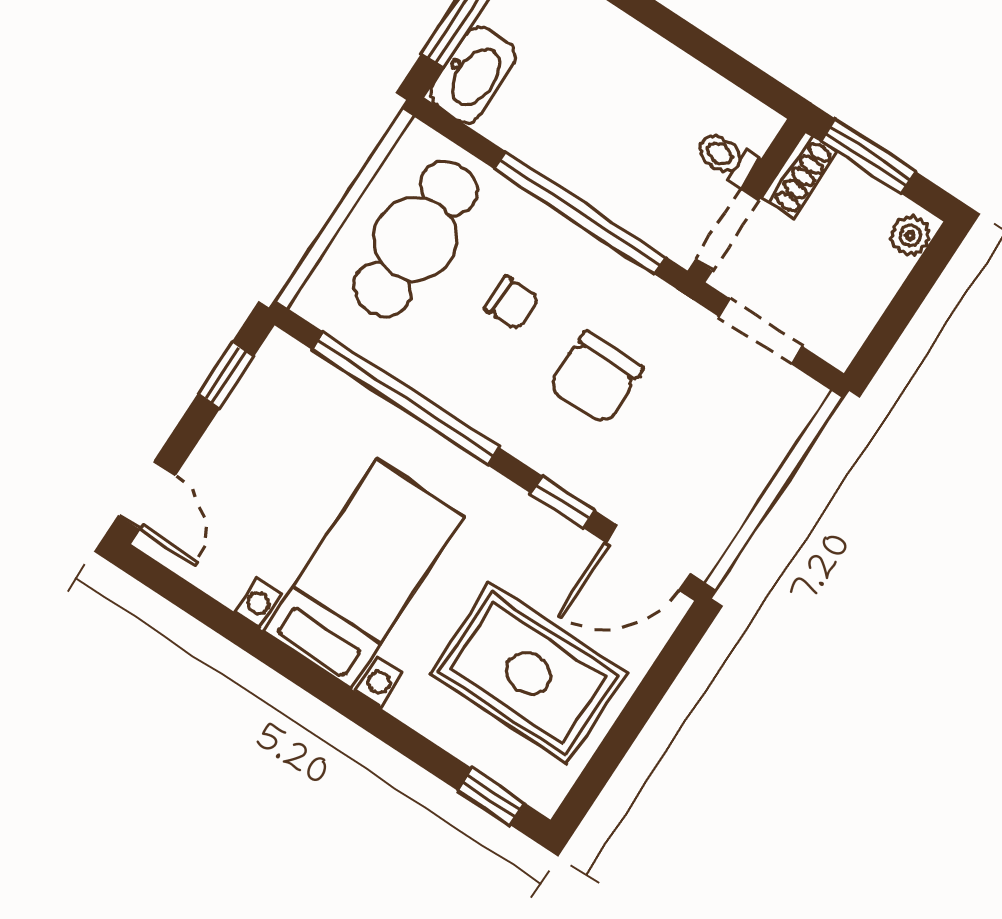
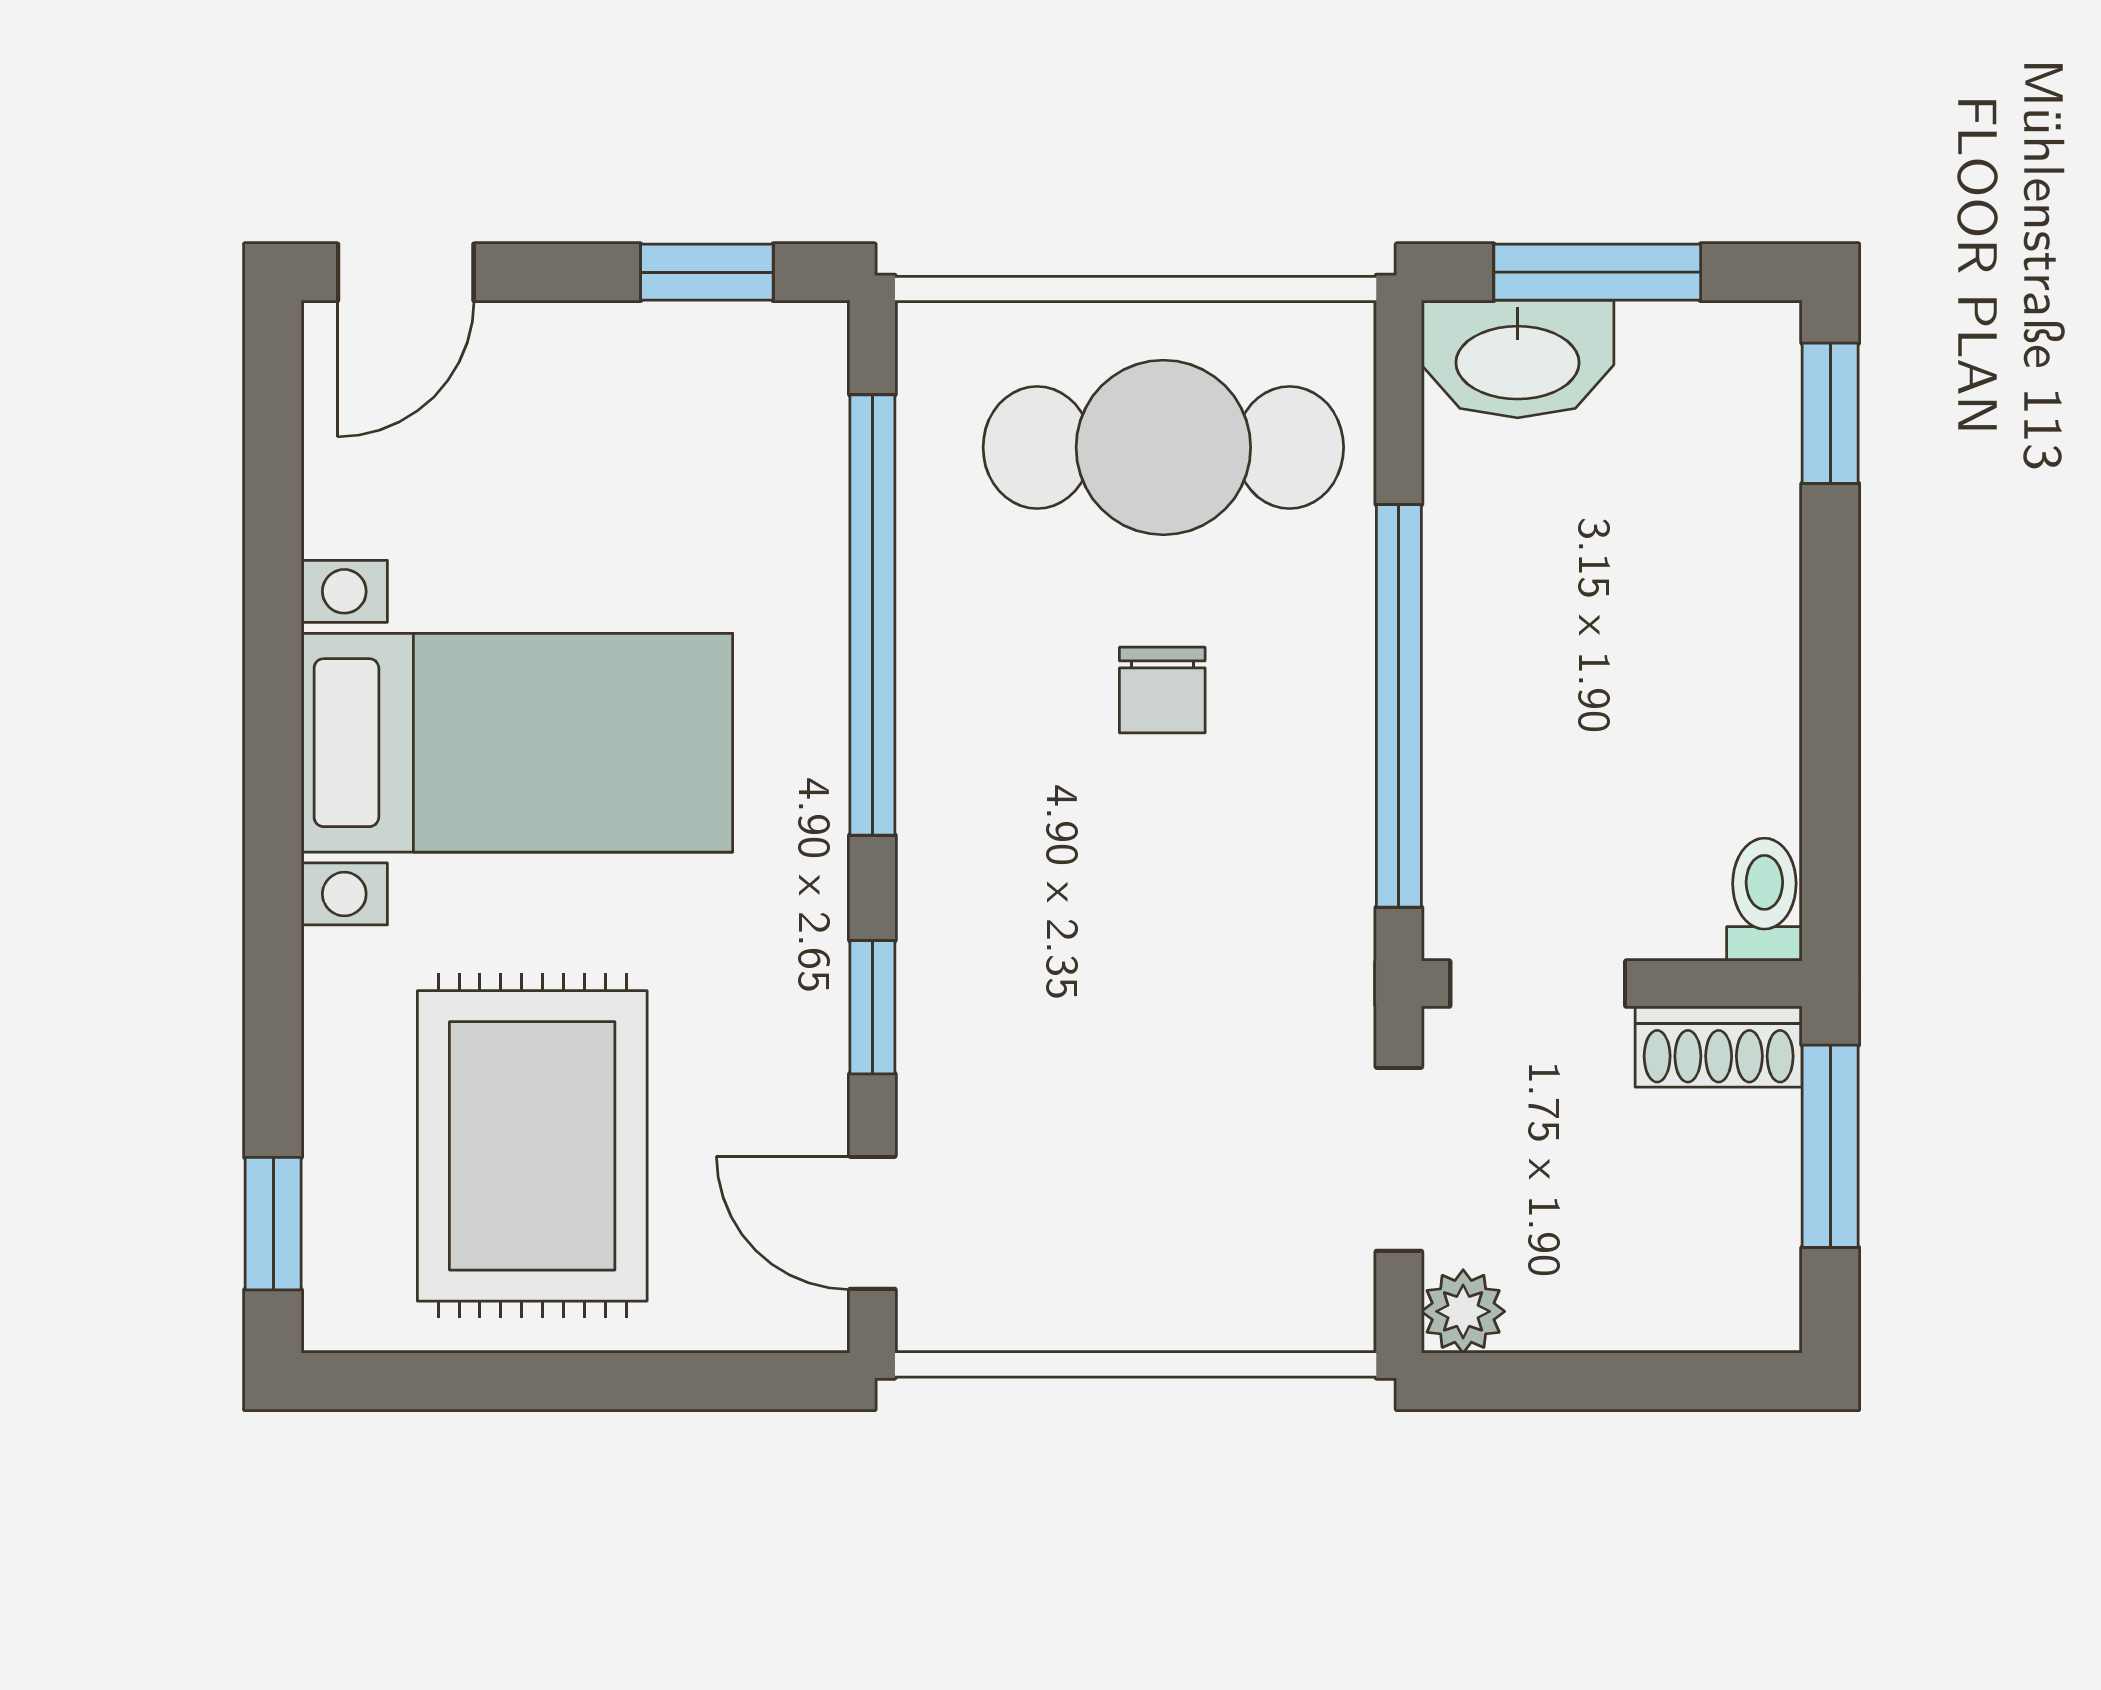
toilet: (727, 158) -> (1764, 900), moved
plant: (910, 236) -> (1463, 1311), moved
chair: (596, 378) -> (1127, 923), removed
door: (648, 558) -> (872, 1223), width x0.73

